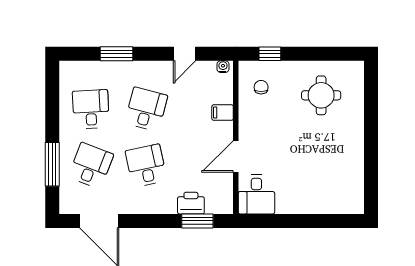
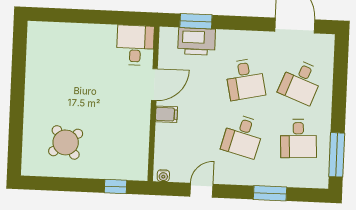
chair: (261, 87) -> (126, 153), removed
round table: (321, 95) -> (66, 142), turned -38
filing cabinet: (223, 113) -> (166, 114), moved
window: (52, 164) -> (337, 155), moved
printer: (191, 203) -> (197, 41), width x1.37, depth x1.19

